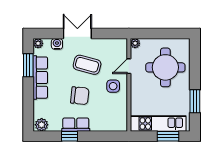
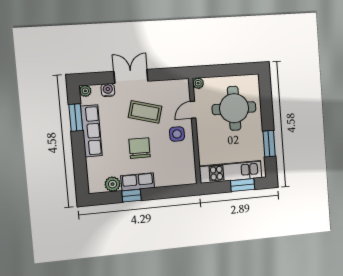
chair: (80, 96) -> (140, 148), turned -96
plant: (42, 125) -> (113, 184), moved

